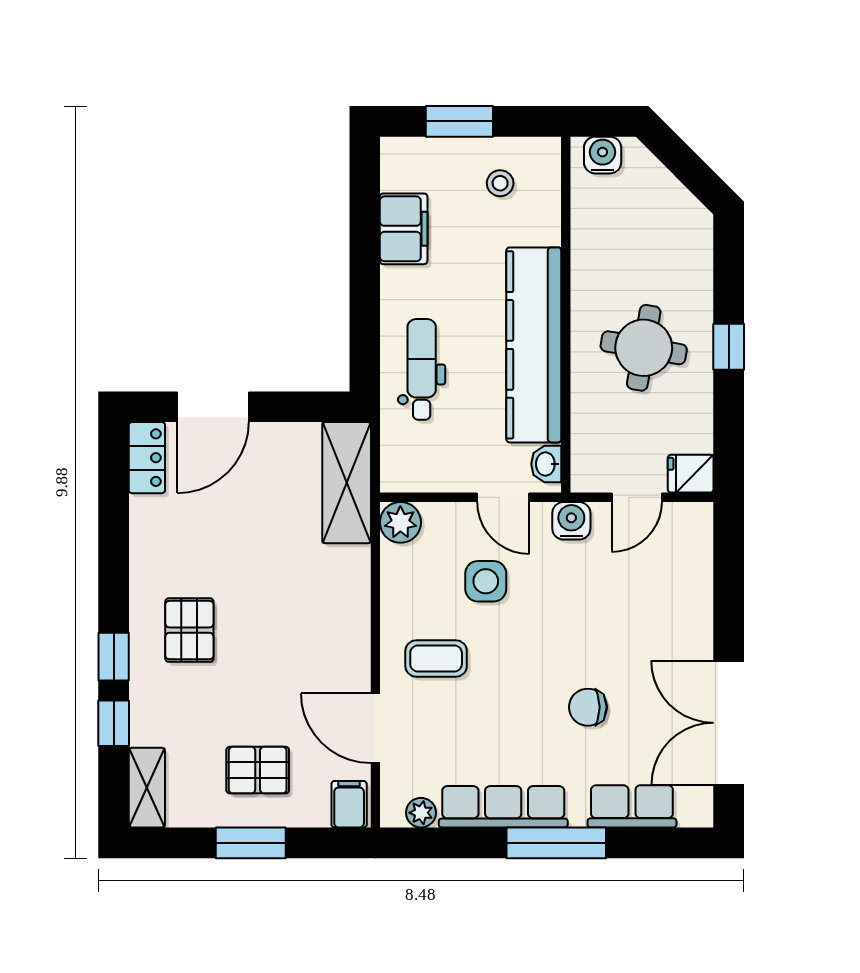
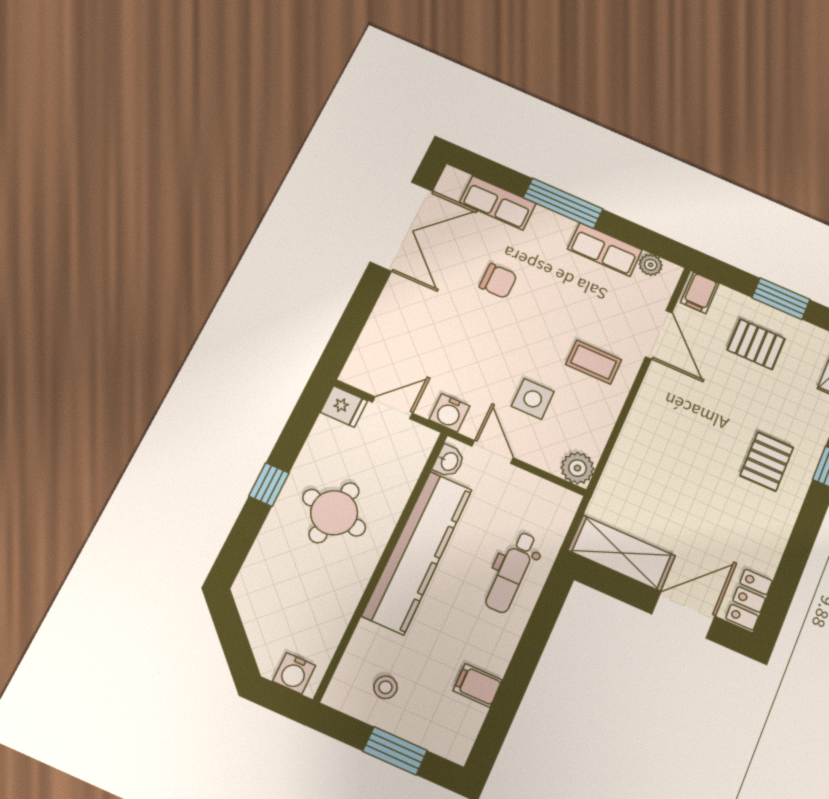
filing cabinet: (404, 229) -> (478, 685), width x0.50
shelving: (347, 483) -> (622, 553), moved, turned 90
row of seats: (503, 807) -> (605, 249), width x0.68

